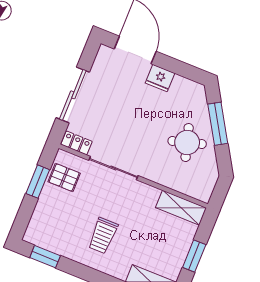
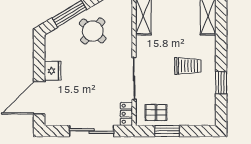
round table: (187, 143) -> (93, 31), turned -33
pallet: (64, 177) -> (156, 112), turned 90
window: (45, 257) -> (221, 83), moved

